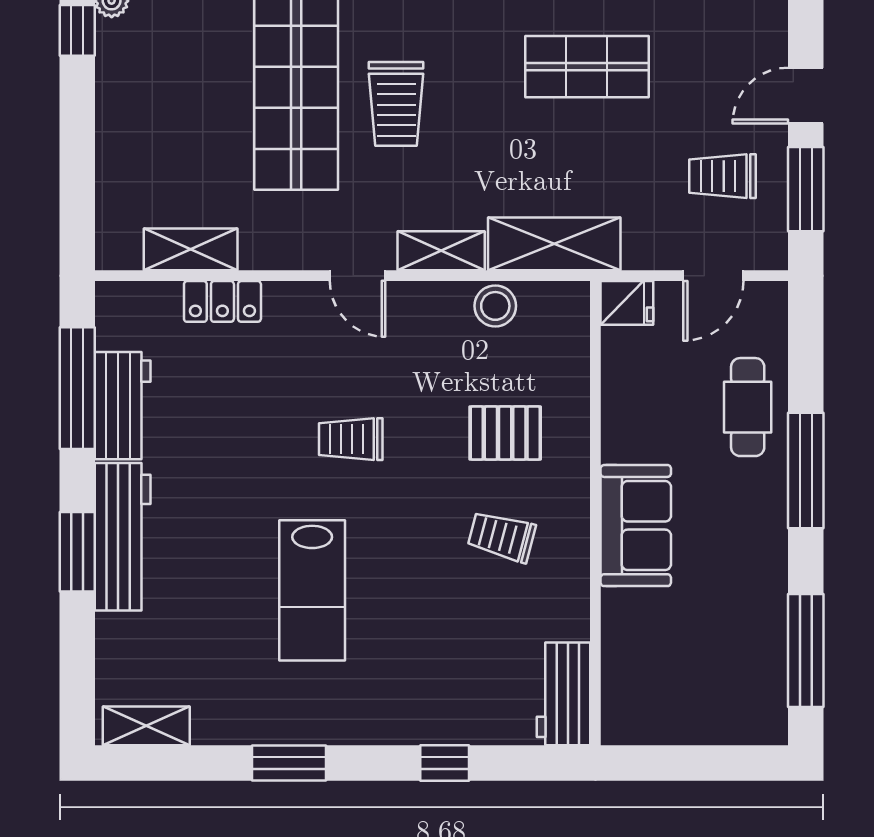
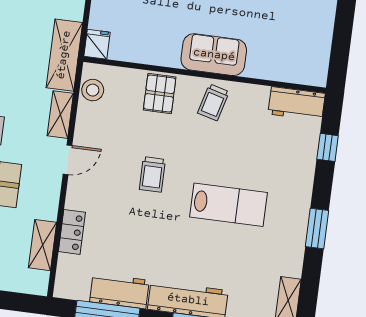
fridge: (627, 303) -> (97, 44), moved
wall: (595, 513) -> (205, 75), moved
sofa: (636, 526) -> (214, 55), moved
workbench: (564, 694) -> (297, 104), moved

